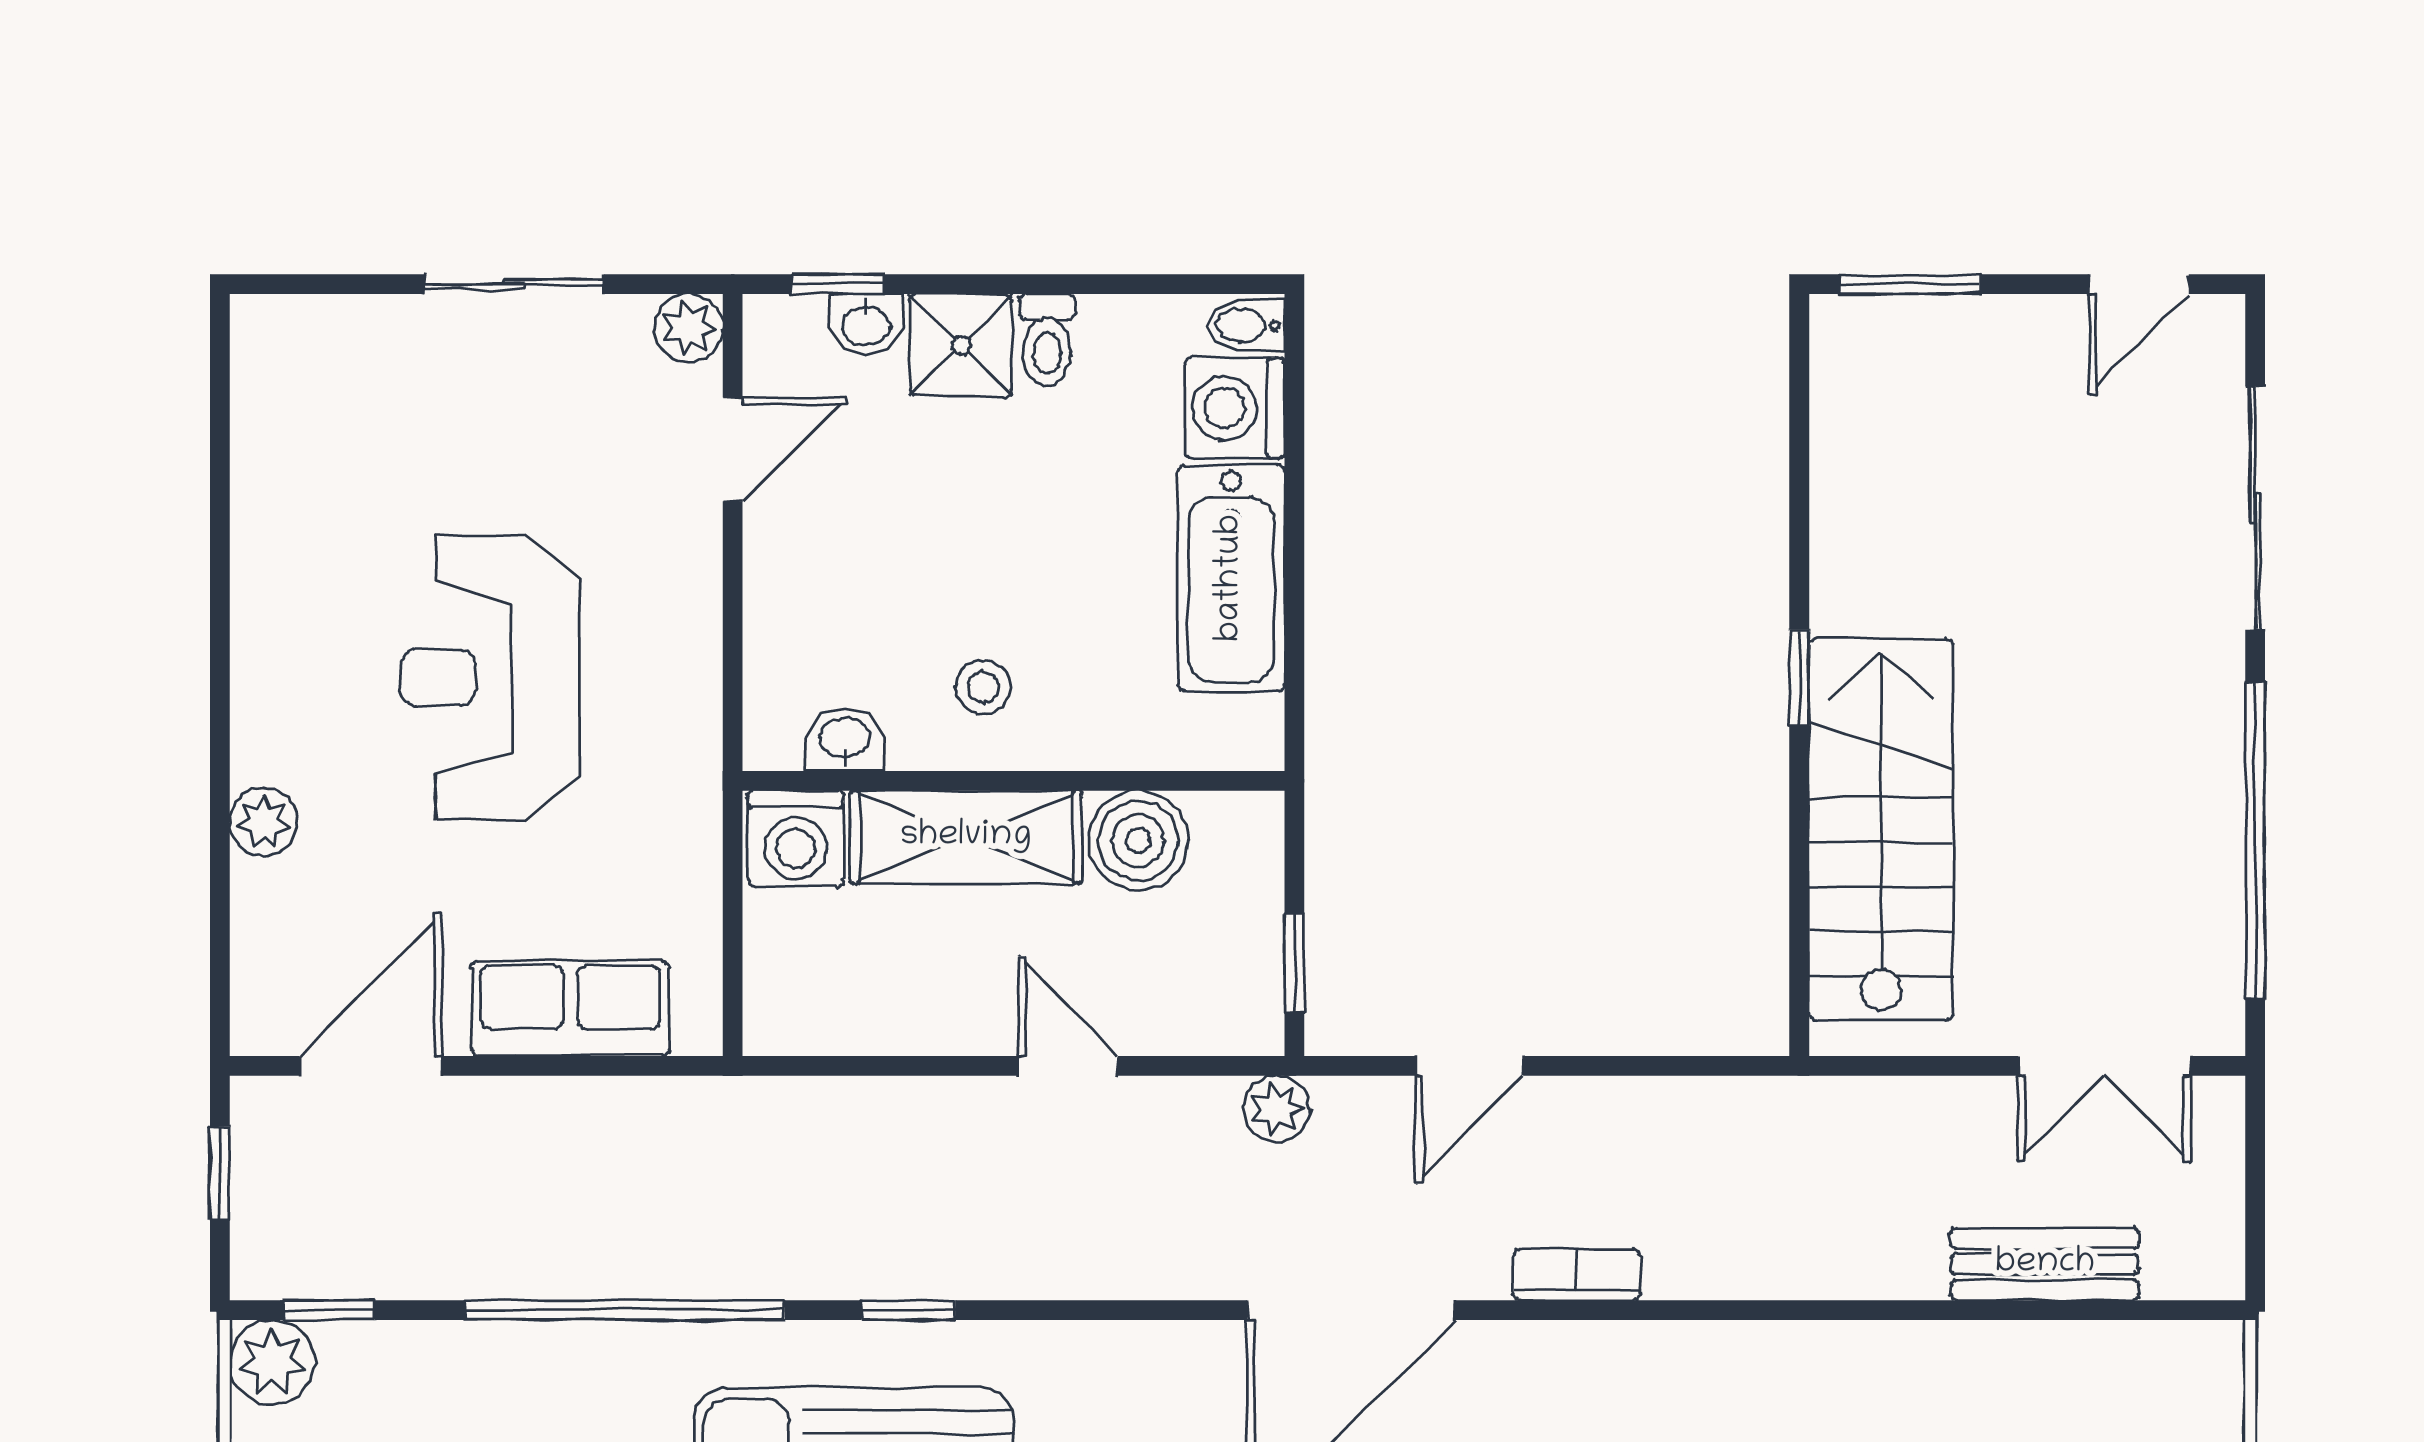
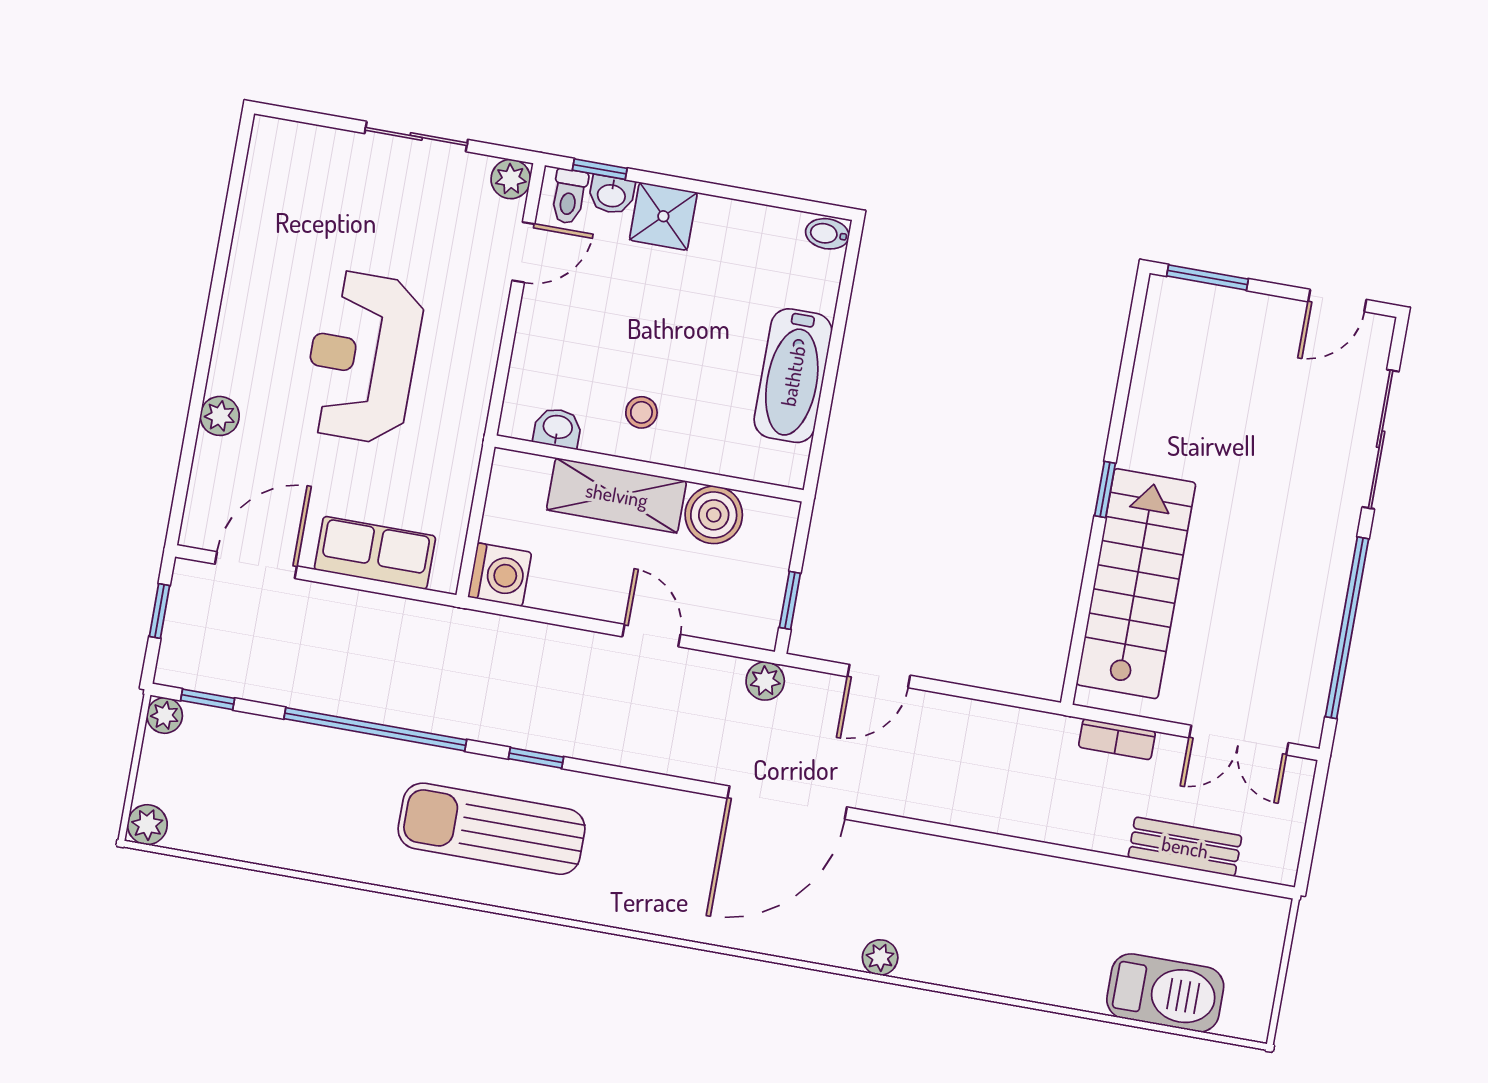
toilet: (1047, 340) -> (569, 196), moved
washing machine: (1235, 408) -> (812, 279), removed
washing machine: (796, 839) -> (500, 575), moved, turned -90
bookcase: (1577, 1275) -> (1117, 739), moved, turned 180
plant: (272, 1362) -> (165, 715), width x0.73, depth x0.73

